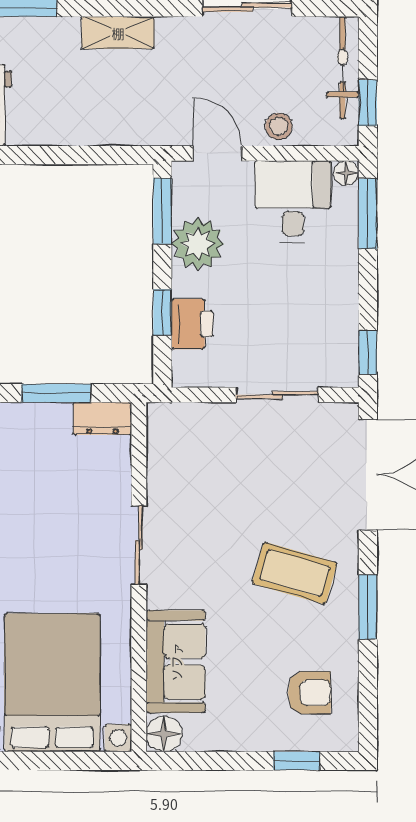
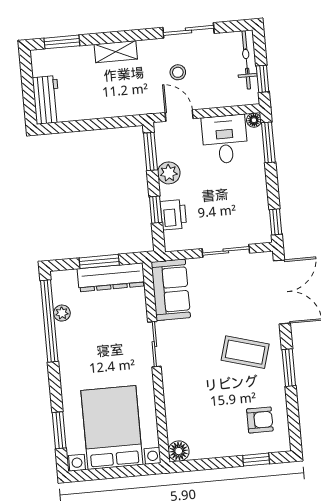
stool: (279, 126) -> (178, 72), moved
plant: (198, 244) -> (169, 173), width x0.73, depth x0.73
dresser: (102, 418) -> (111, 277), width x1.96, depth x1.24
sofa: (176, 662) -> (171, 290), moved

